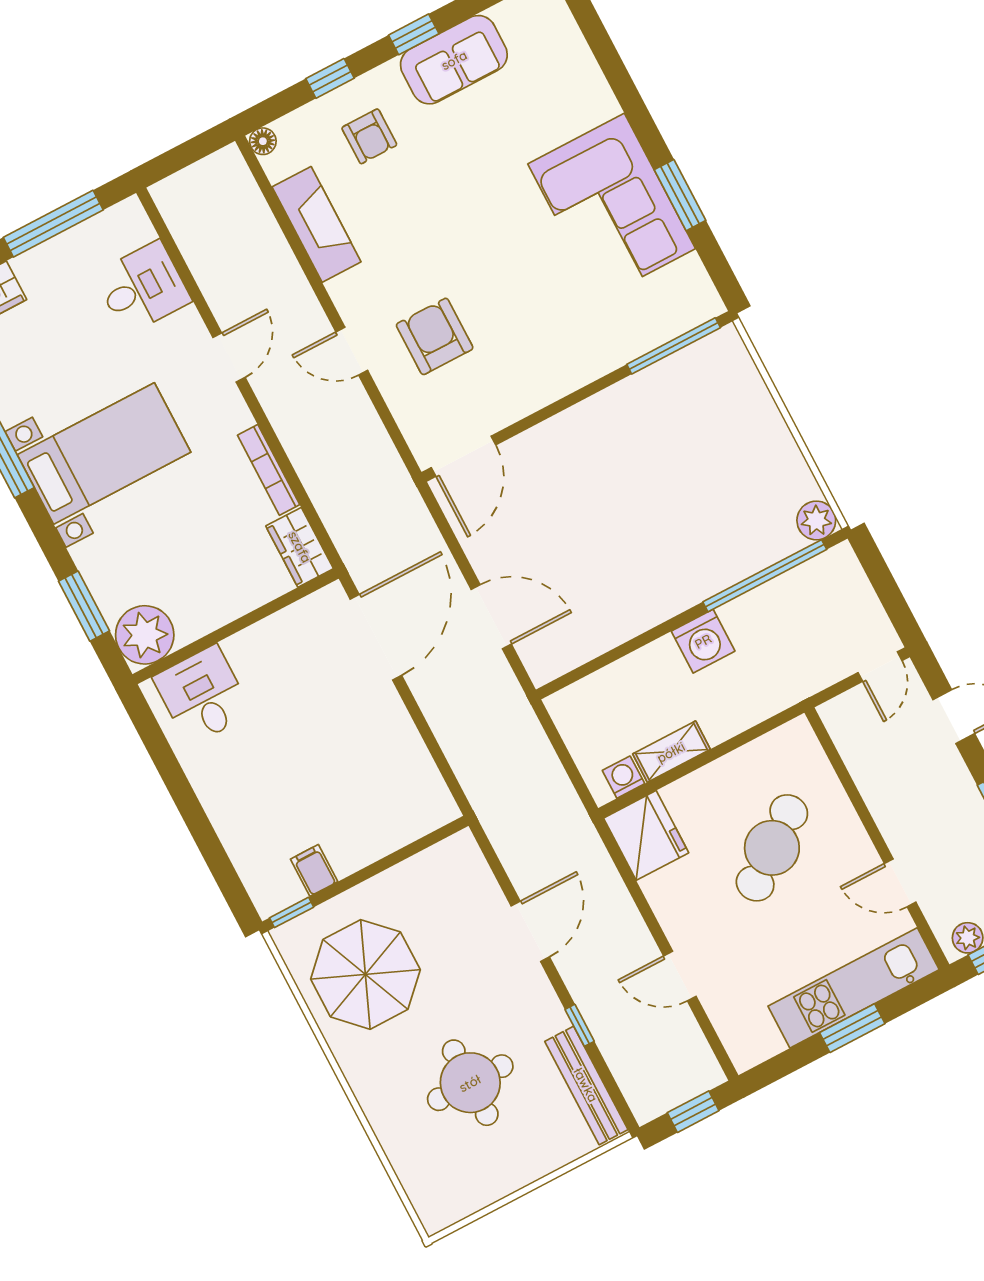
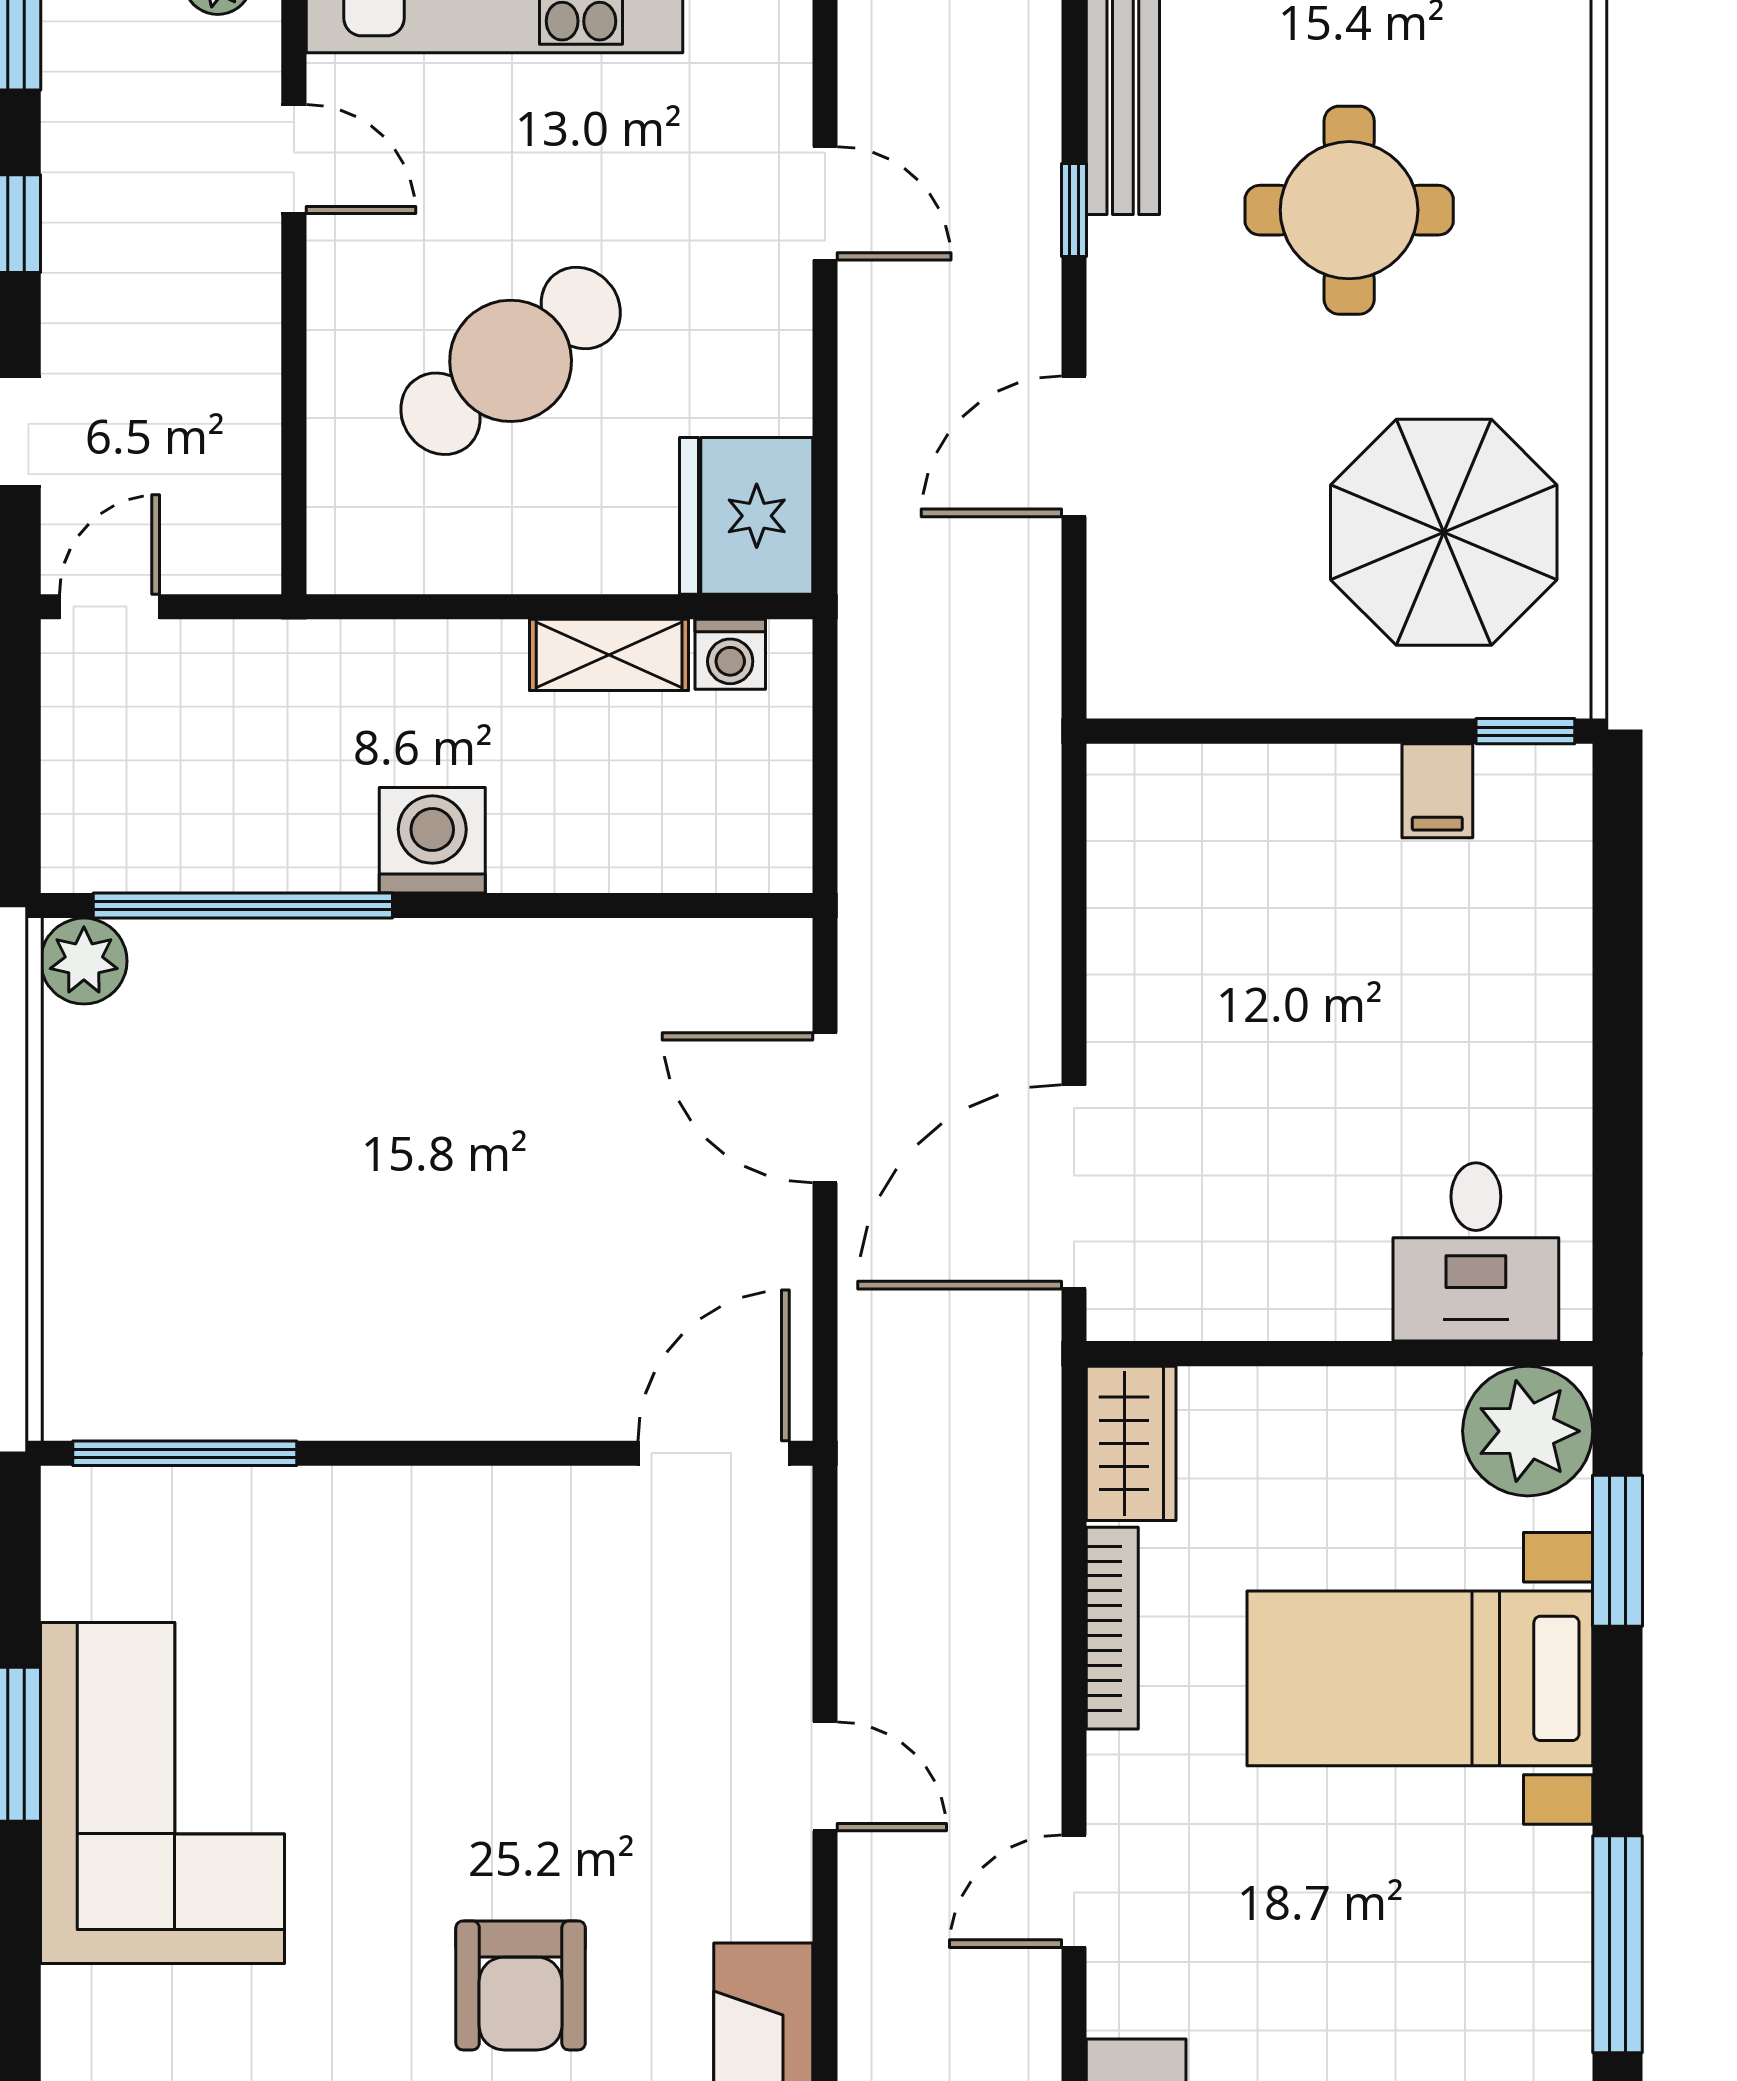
armchair: (435, 336) -> (521, 1985), moved
bed with nightstands: (104, 453) -> (1420, 1678), moved

